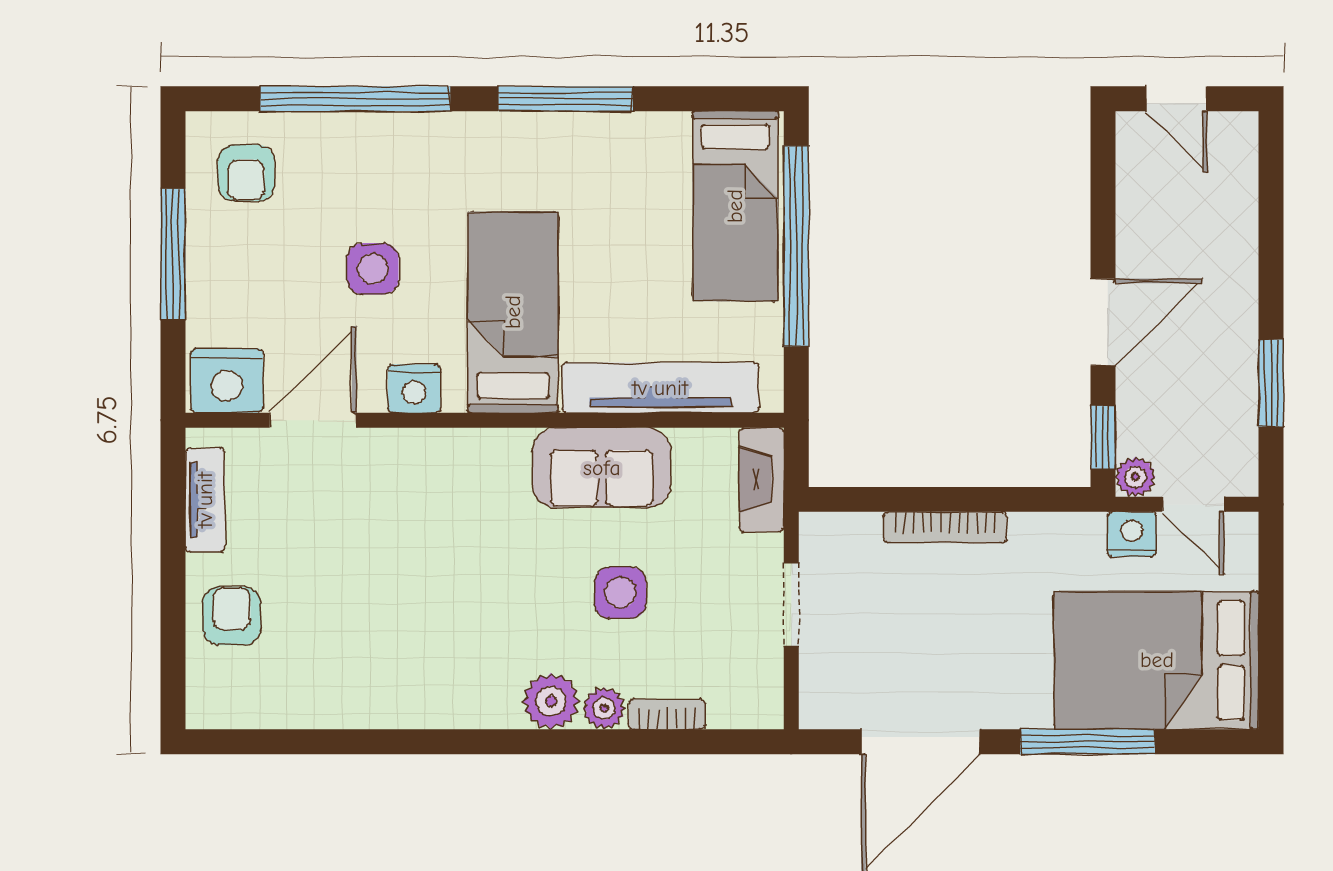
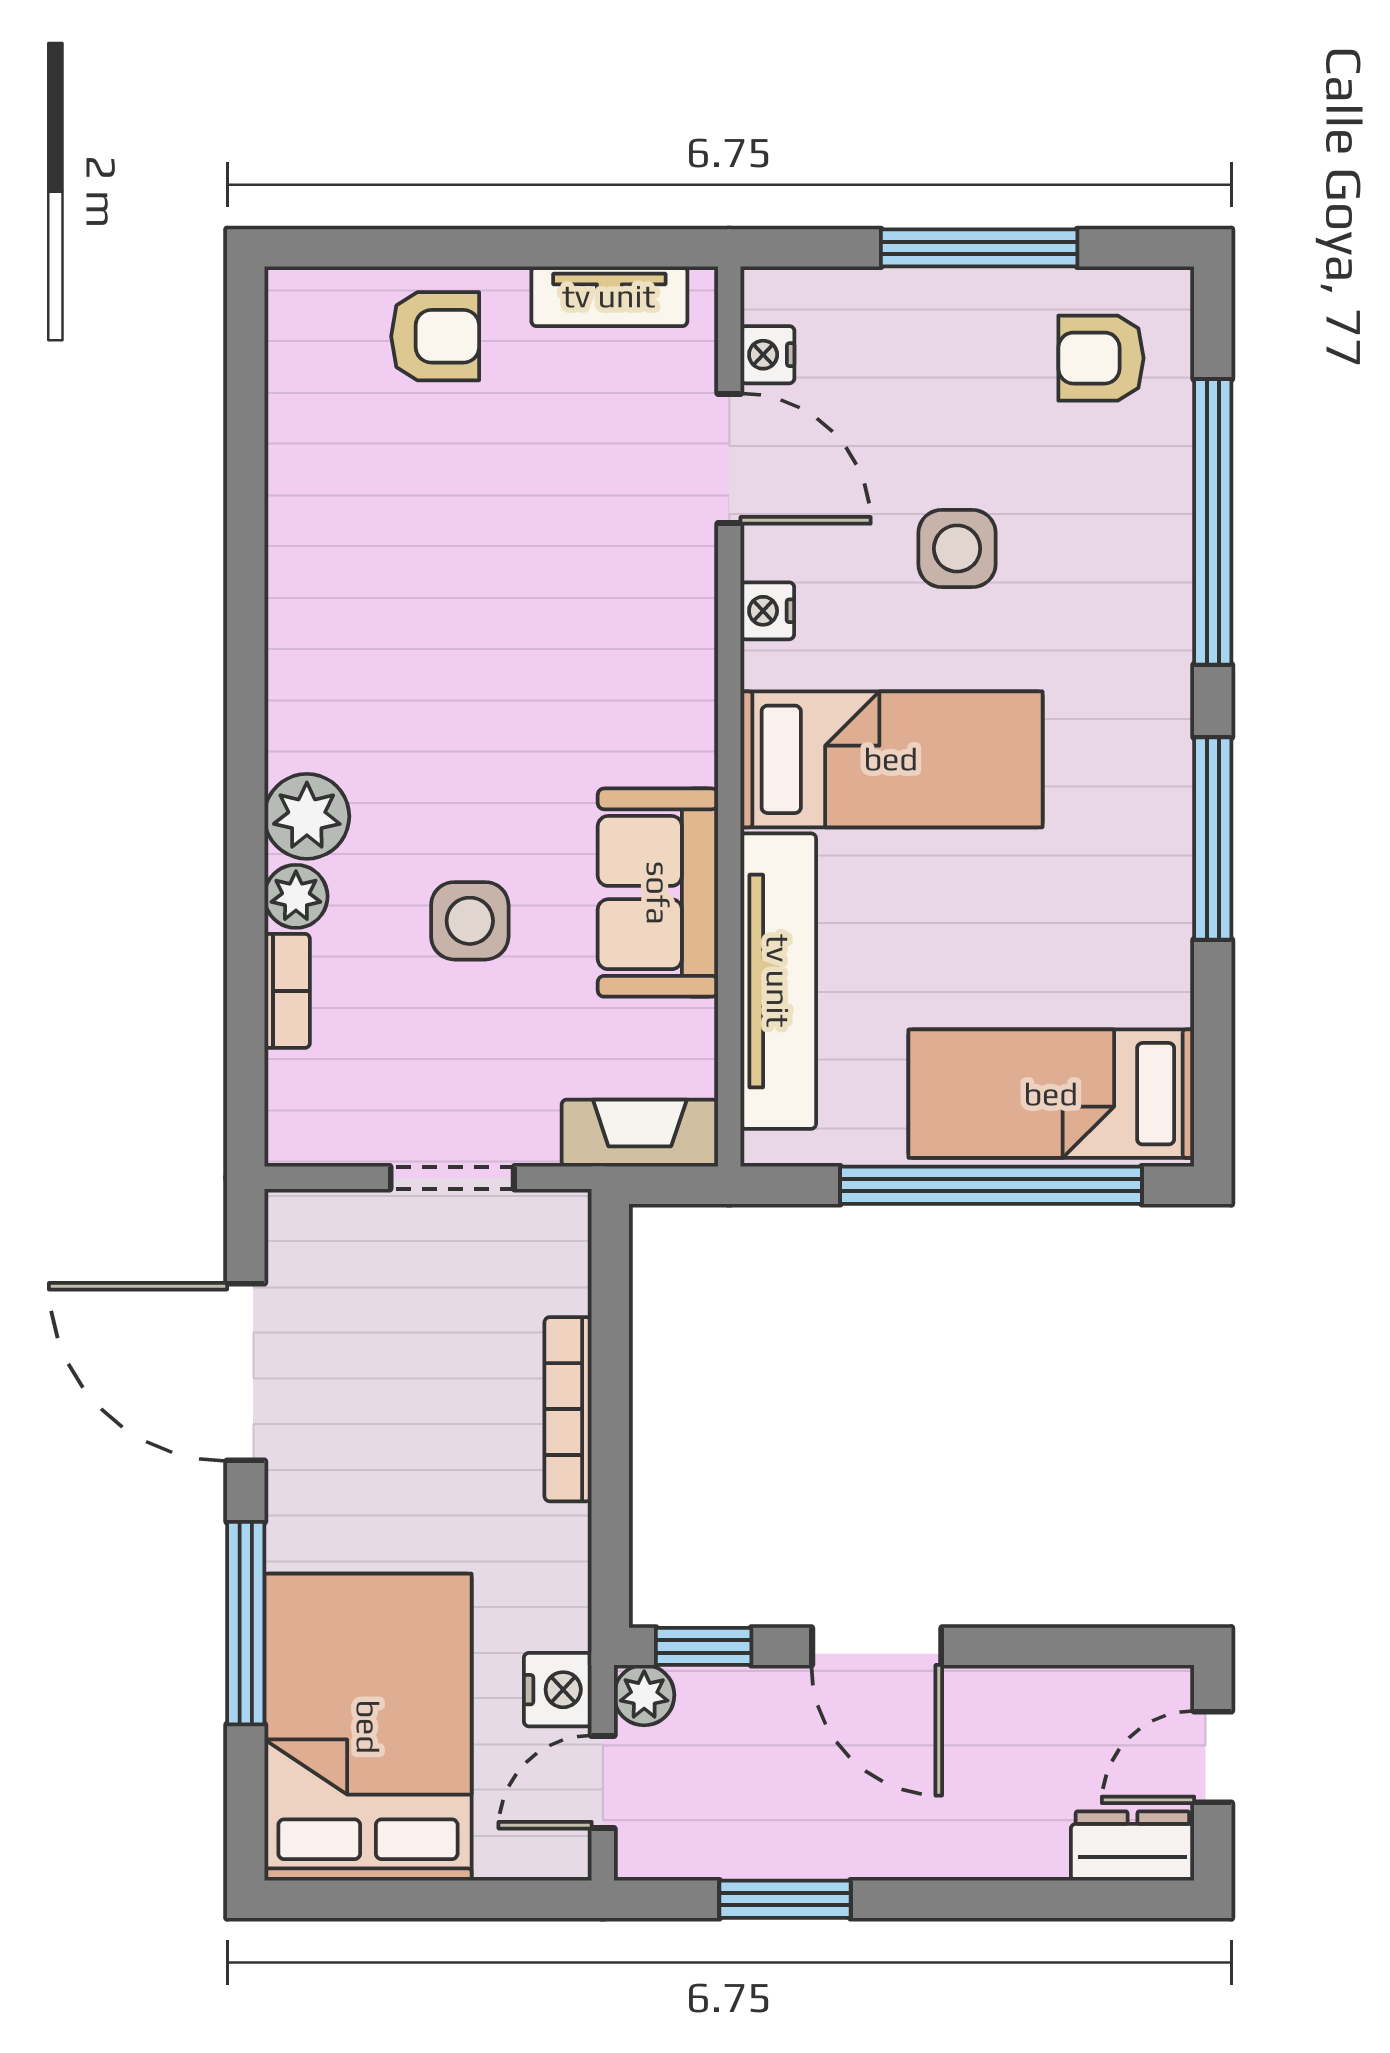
dresser: (1236, 152) -> (1132, 1846), added
nightstand: (227, 381) -> (767, 355), width x0.53, depth x0.56
nightstand: (414, 389) -> (767, 611), width x0.72, depth x0.74

